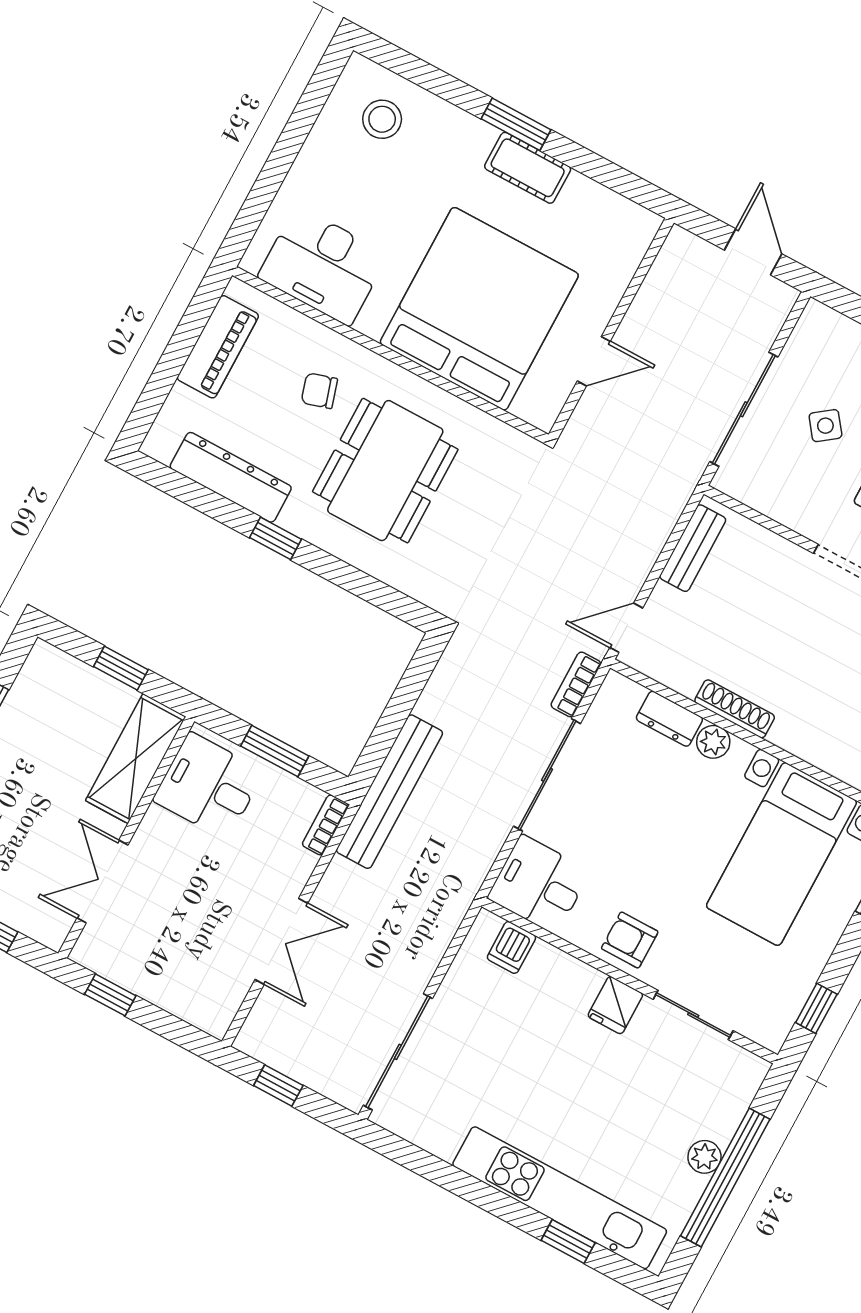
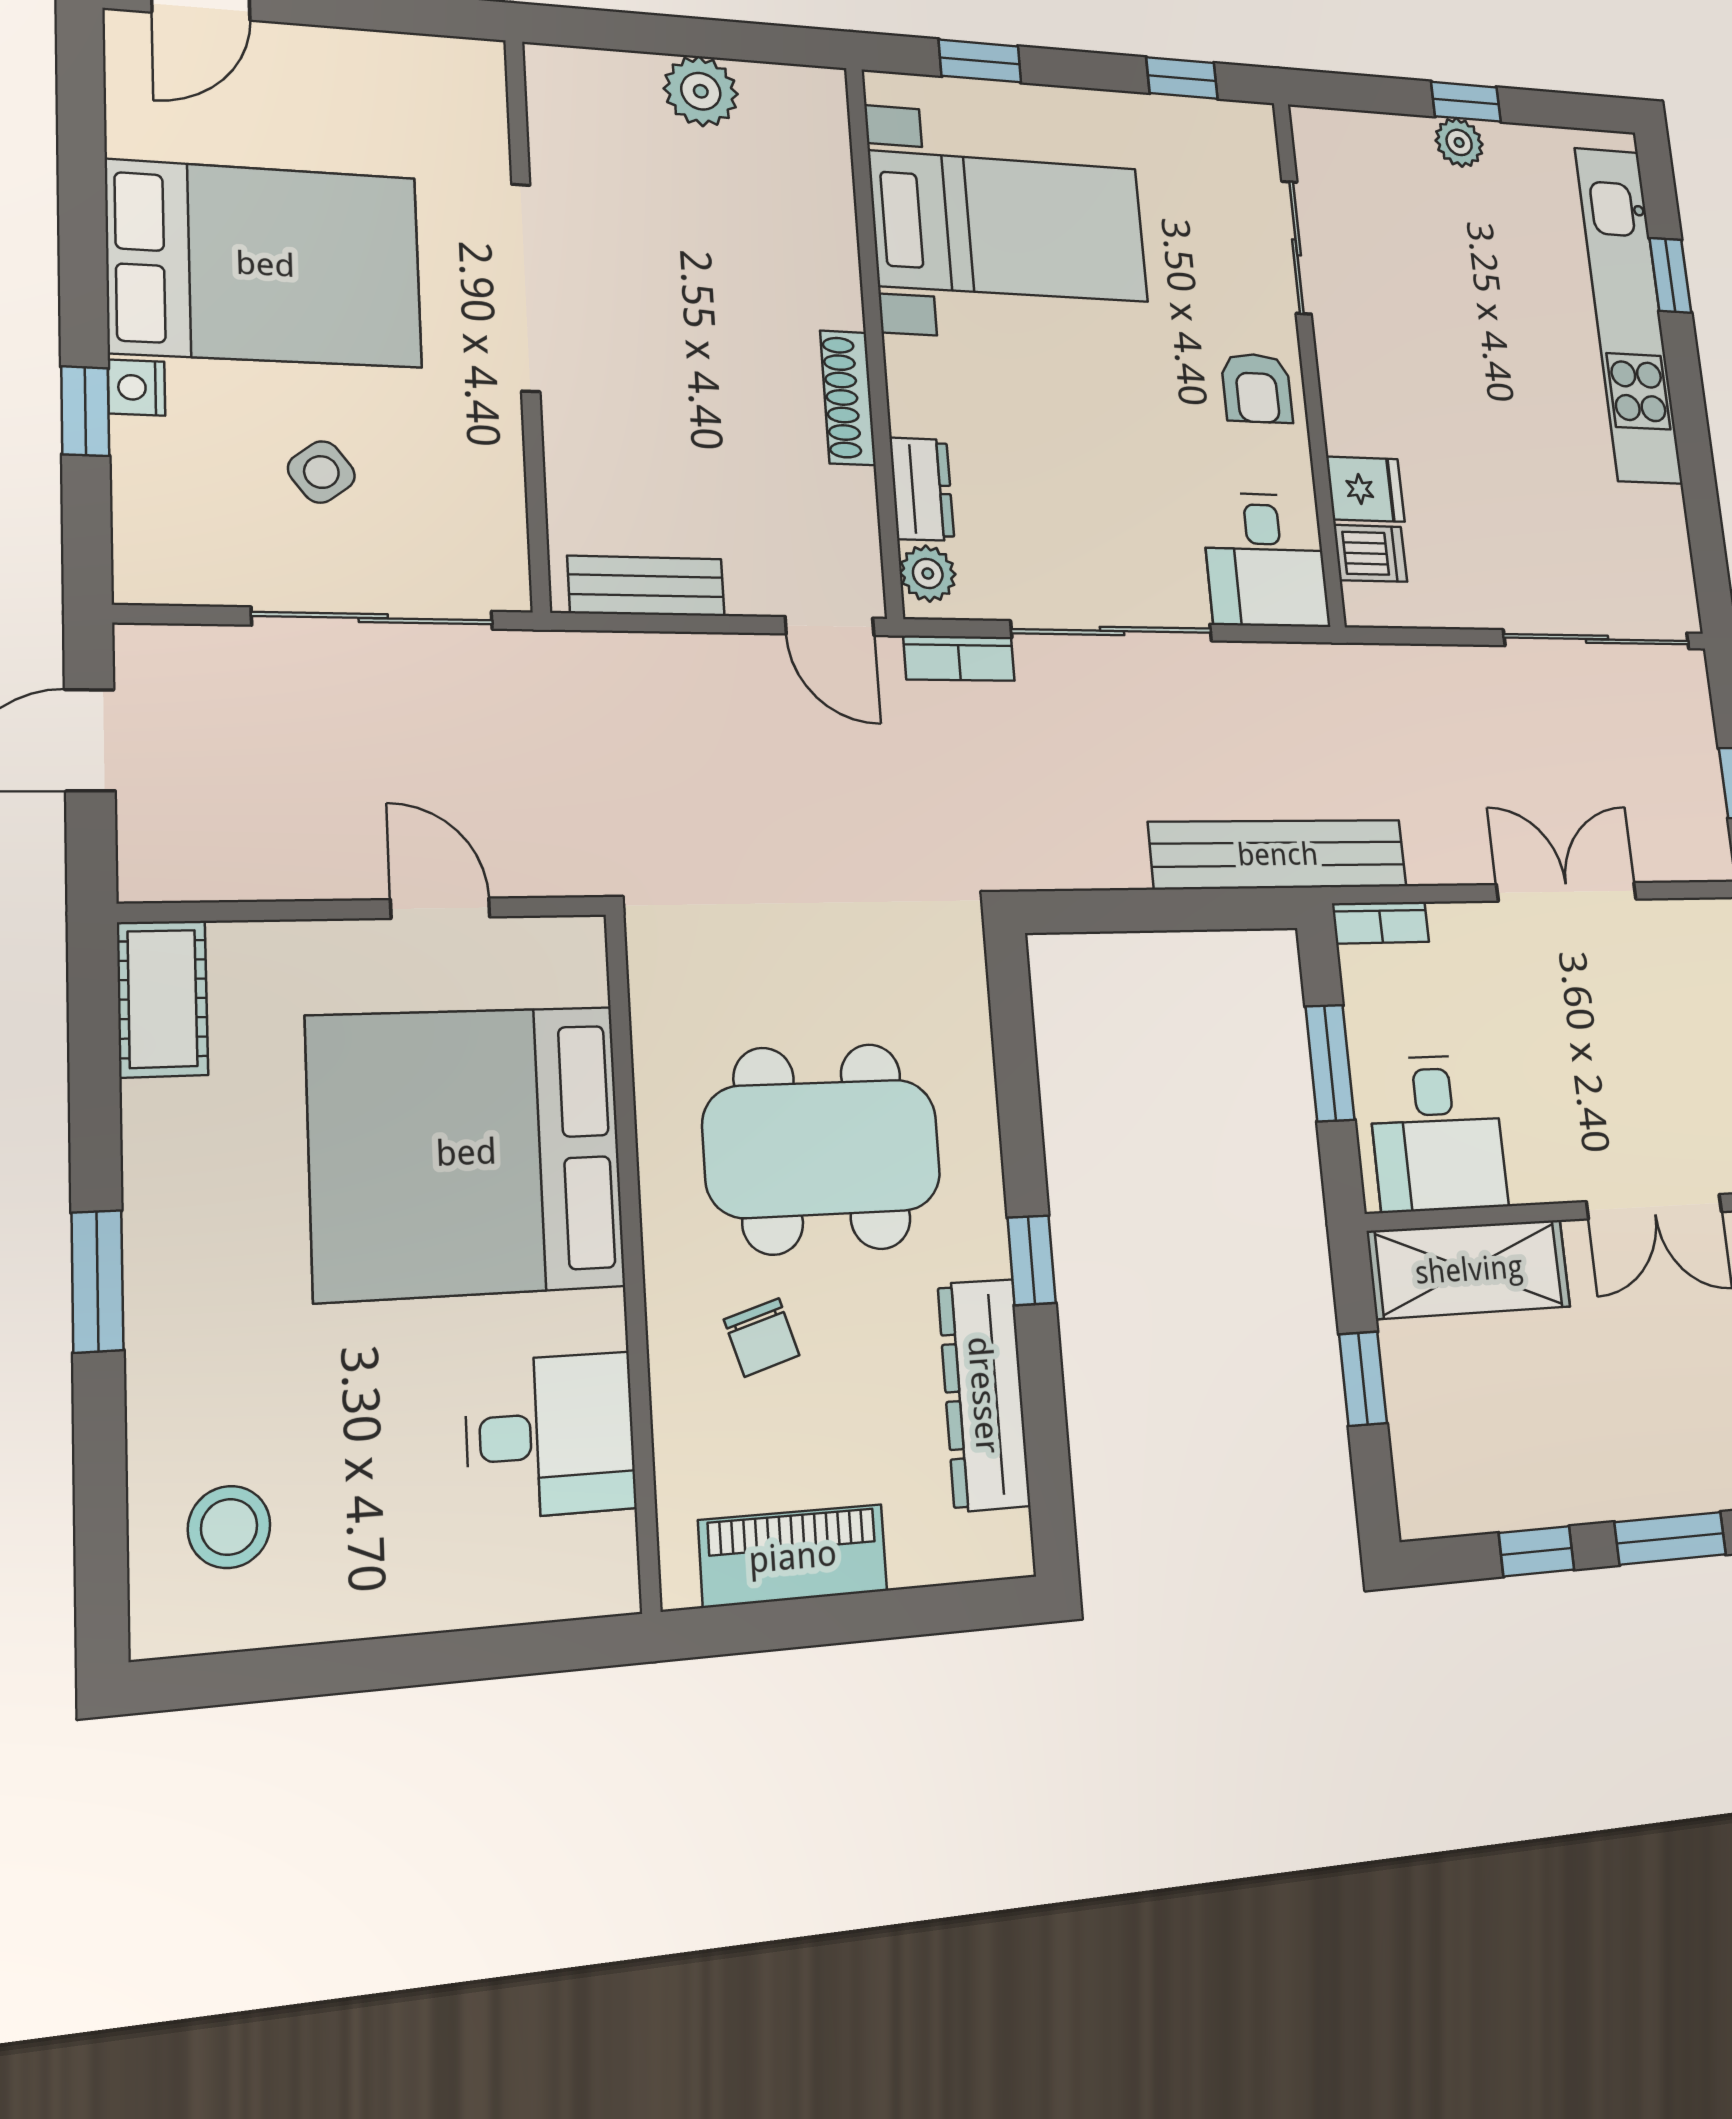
cot: (528, 168) -> (162, 999), moved
desk: (323, 266) -> (550, 1435), width x0.73
plant: (713, 742) -> (928, 573), moved
fridge: (615, 1005) -> (1365, 489), moved
window: (725, 1178) -> (1466, 102), width x0.32

